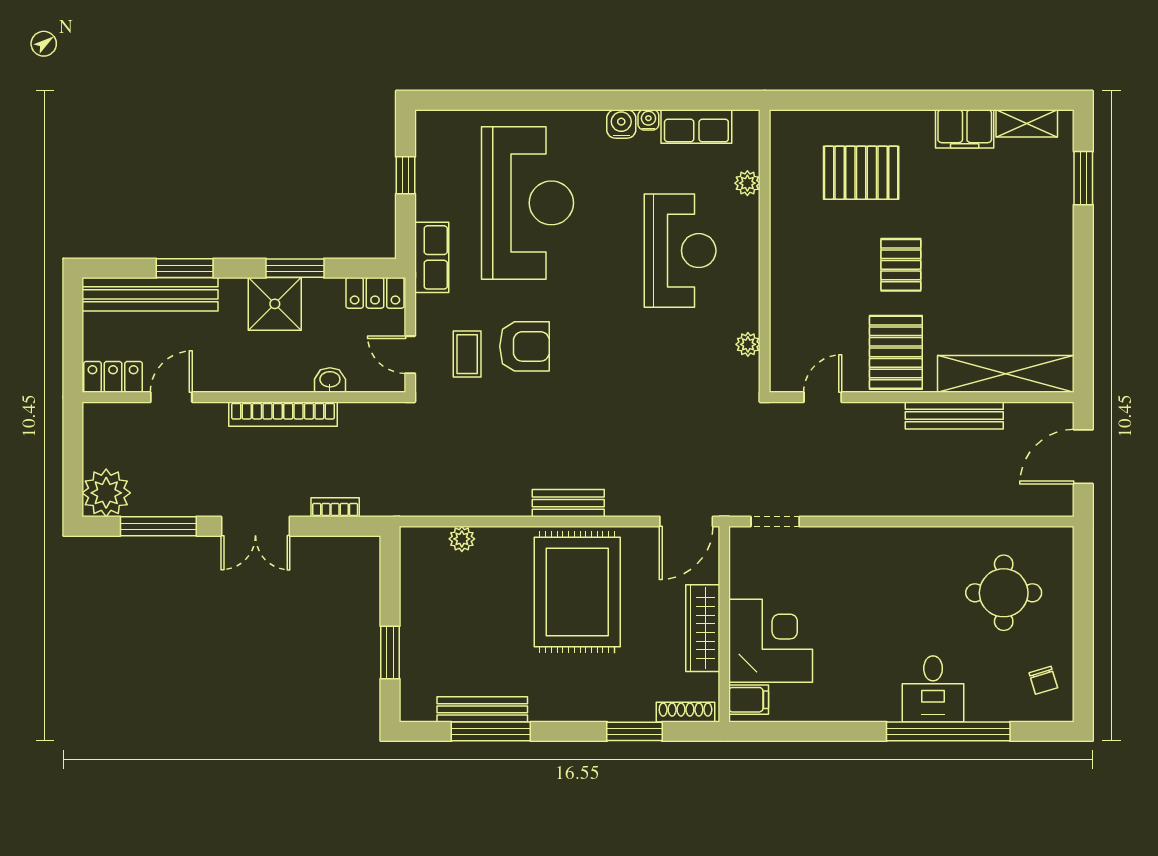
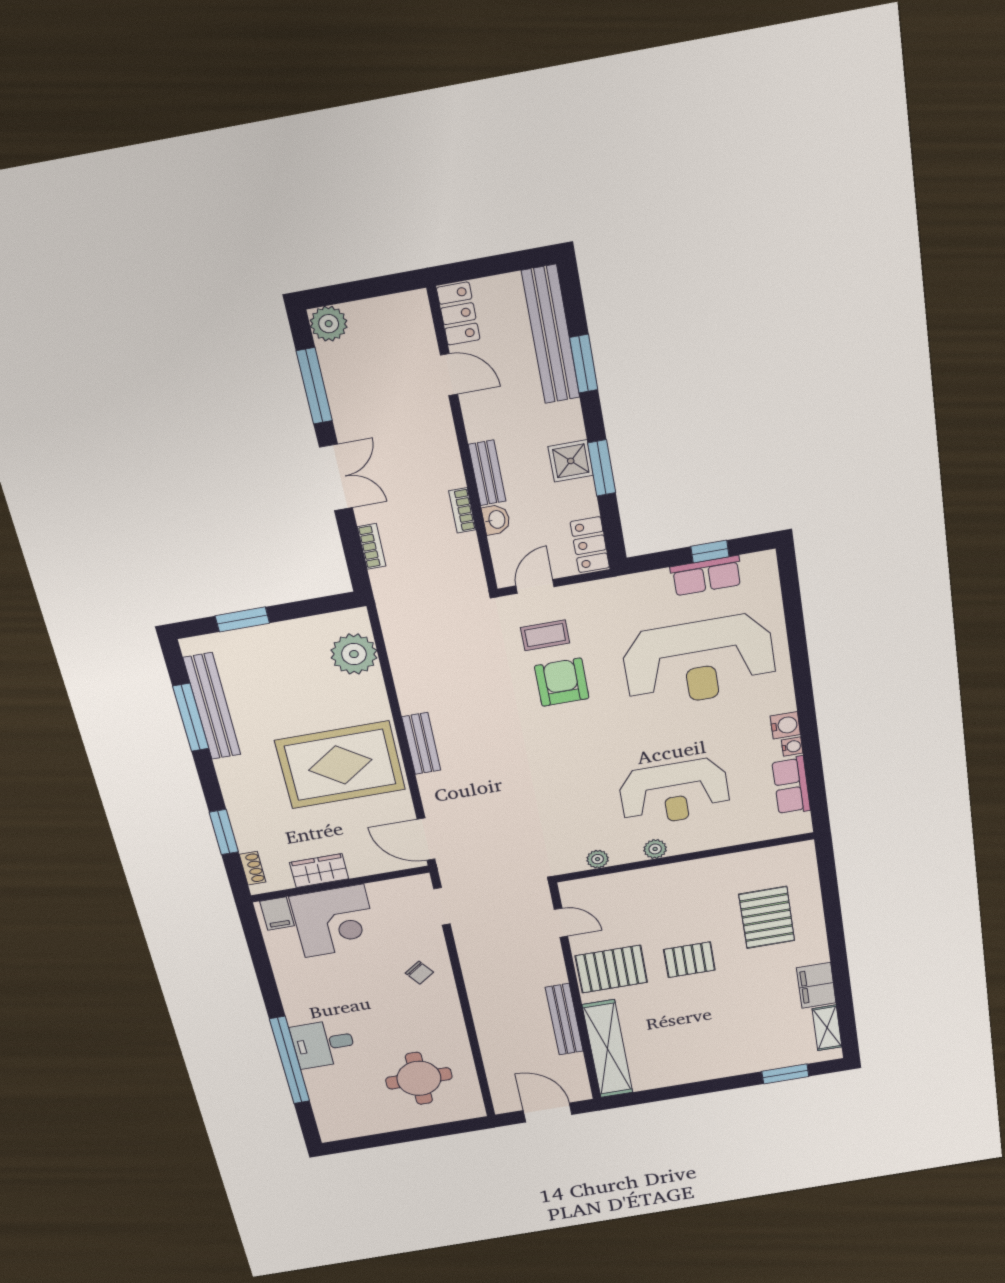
plant: (747, 183) -> (655, 849), moved
row of seats: (432, 257) -> (706, 576), moved
shower: (275, 304) -> (571, 461), width x0.73, depth x0.73
armchair: (524, 346) -> (562, 682), turned 180
bench: (279, 380) -> (487, 473), added
bookcase: (283, 414) -> (462, 510), width x0.43, depth x0.76
plant: (106, 493) -> (329, 324), width x0.73, depth x0.73
double door: (255, 526) -> (336, 477), swing flipped
plant: (462, 539) -> (354, 654), width x1.88, depth x1.88
wardrobe: (703, 628) -> (319, 871), width x0.67
chair: (1043, 680) -> (419, 973), moved, turned -109
bench: (482, 709) -> (212, 706), width x1.37, depth x1.21
shoe rack: (685, 712) -> (253, 868), width x0.70

